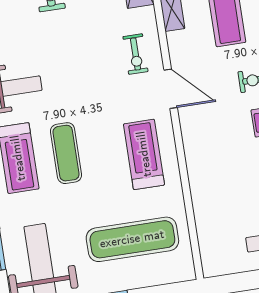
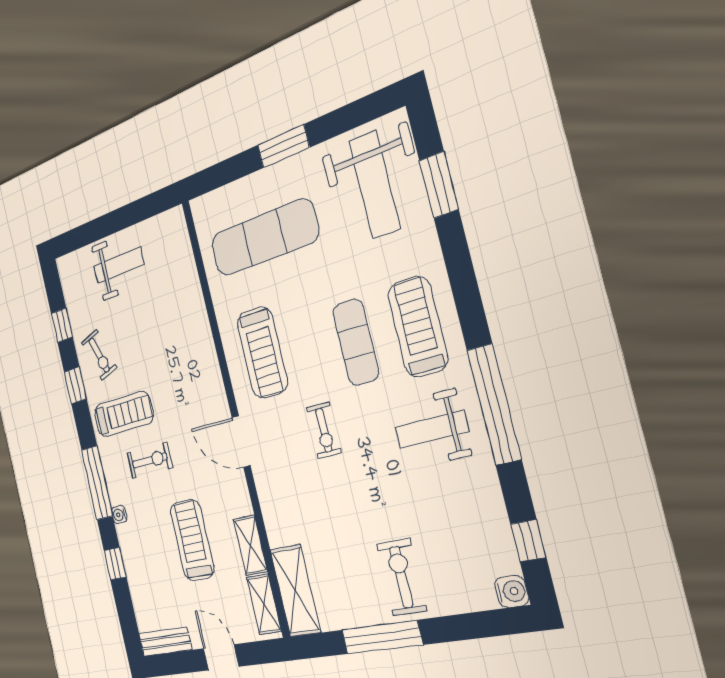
exercise bike: (135, 54) -> (324, 430), moved, turned 180

